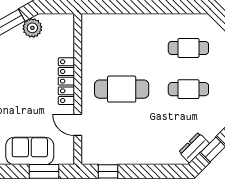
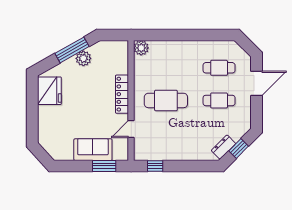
plant: (91, 23) -> (141, 48), added
plant: (32, 28) -> (83, 58), moved
door: (78, 125) -> (131, 129), hinge flipped

